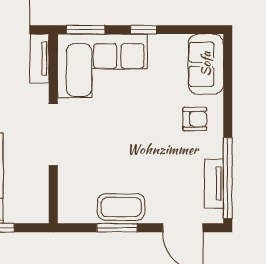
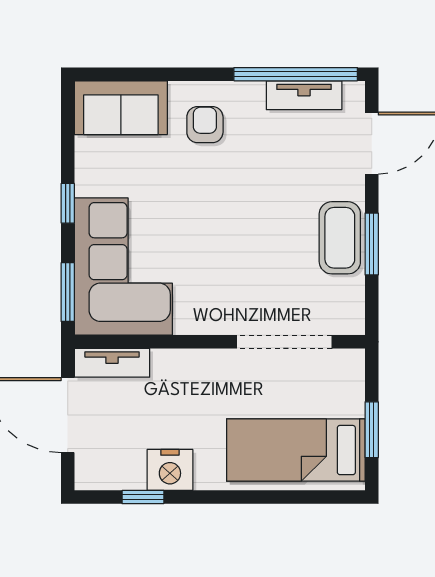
doorway: (53, 135) -> (284, 342), moved

